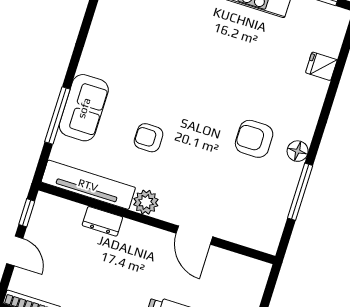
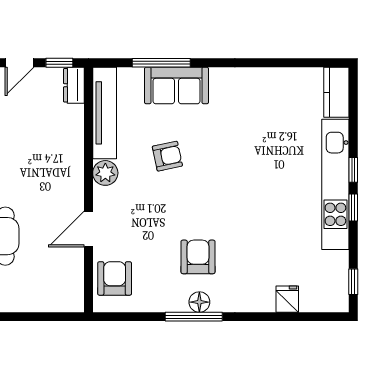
armchair: (149, 138) -> (167, 156), turned 78
window: (300, 192) -> (194, 317), moved
dresser: (102, 221) -> (74, 85), moved
armchair: (250, 225) -> (115, 278), added

